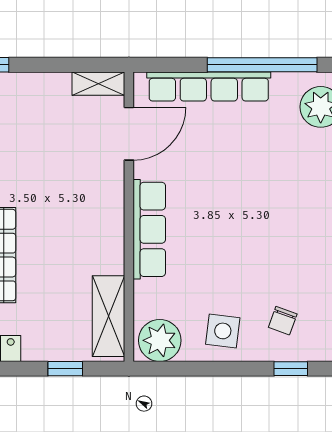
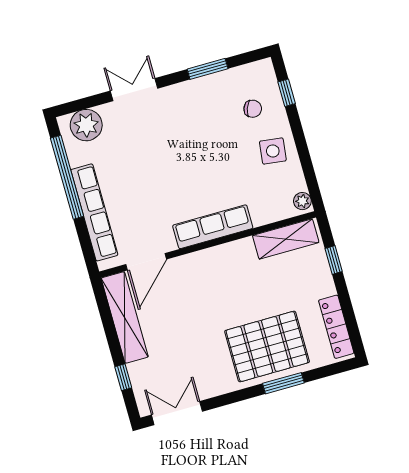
shelving: (98, 84) -> (125, 317), width x2.20, depth x1.33
door: (129, 134) -> (146, 262), swing flipped
plant: (160, 340) -> (302, 201), width x0.53, depth x0.53

